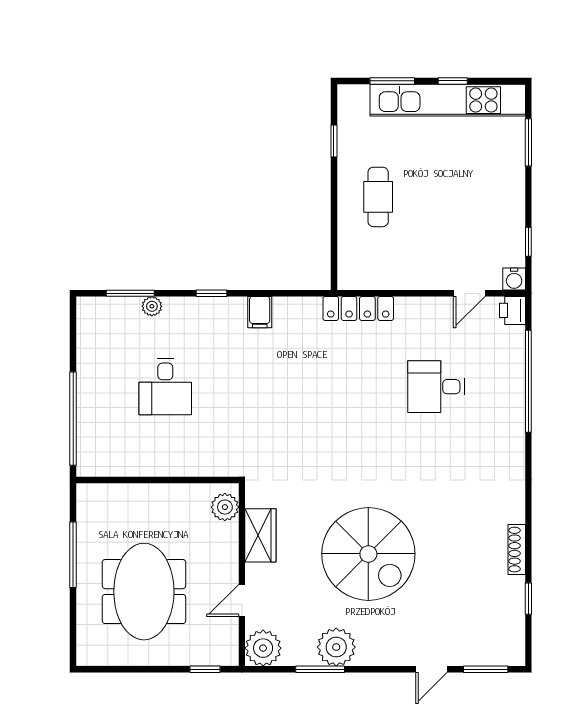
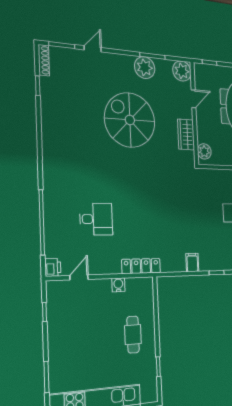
water cooler: (514, 279) -> (118, 285), moved
shoe rack: (517, 550) -> (44, 60), moved

